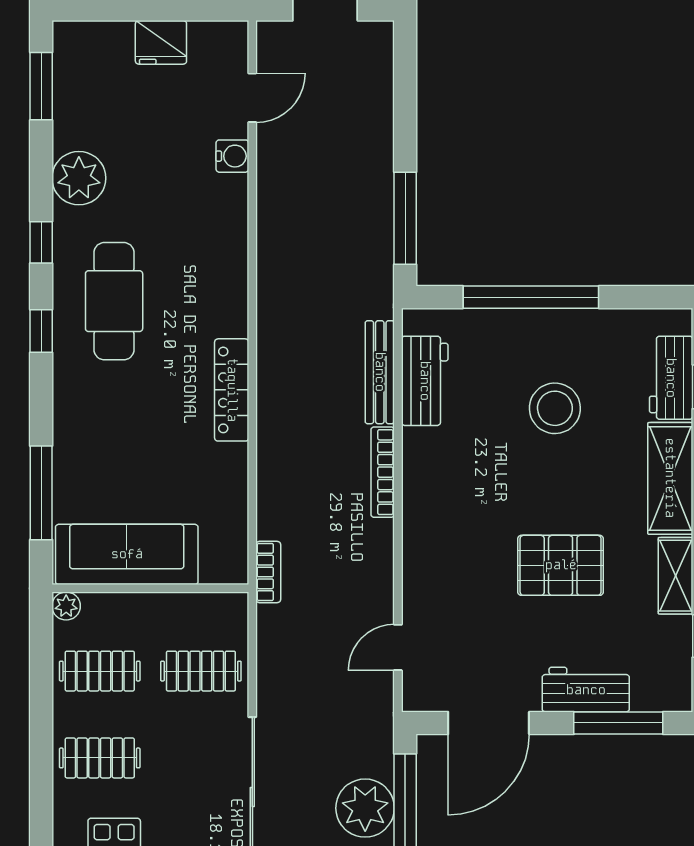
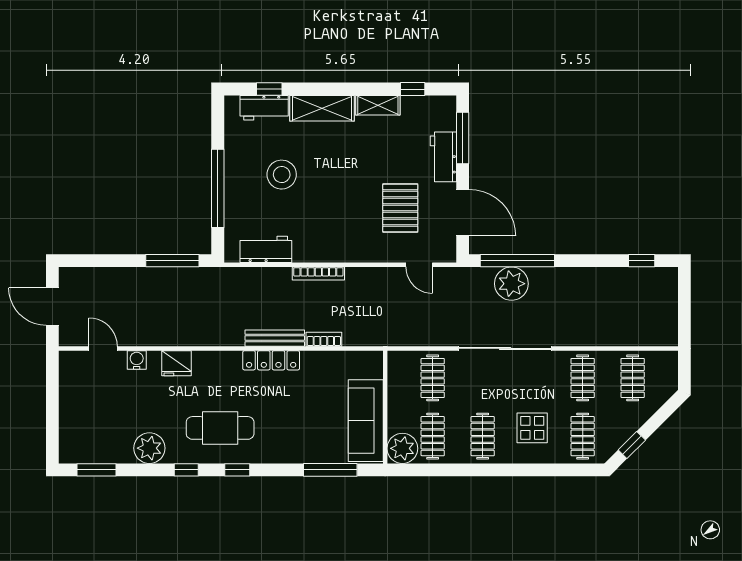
fridge: (161, 42) -> (177, 363), moved, turned 90
bench: (380, 372) -> (275, 338), moved
pallet: (561, 565) -> (400, 208), moved
bookcase: (268, 572) -> (324, 339), moved
plant: (66, 606) -> (402, 448), width x1.87, depth x1.87

